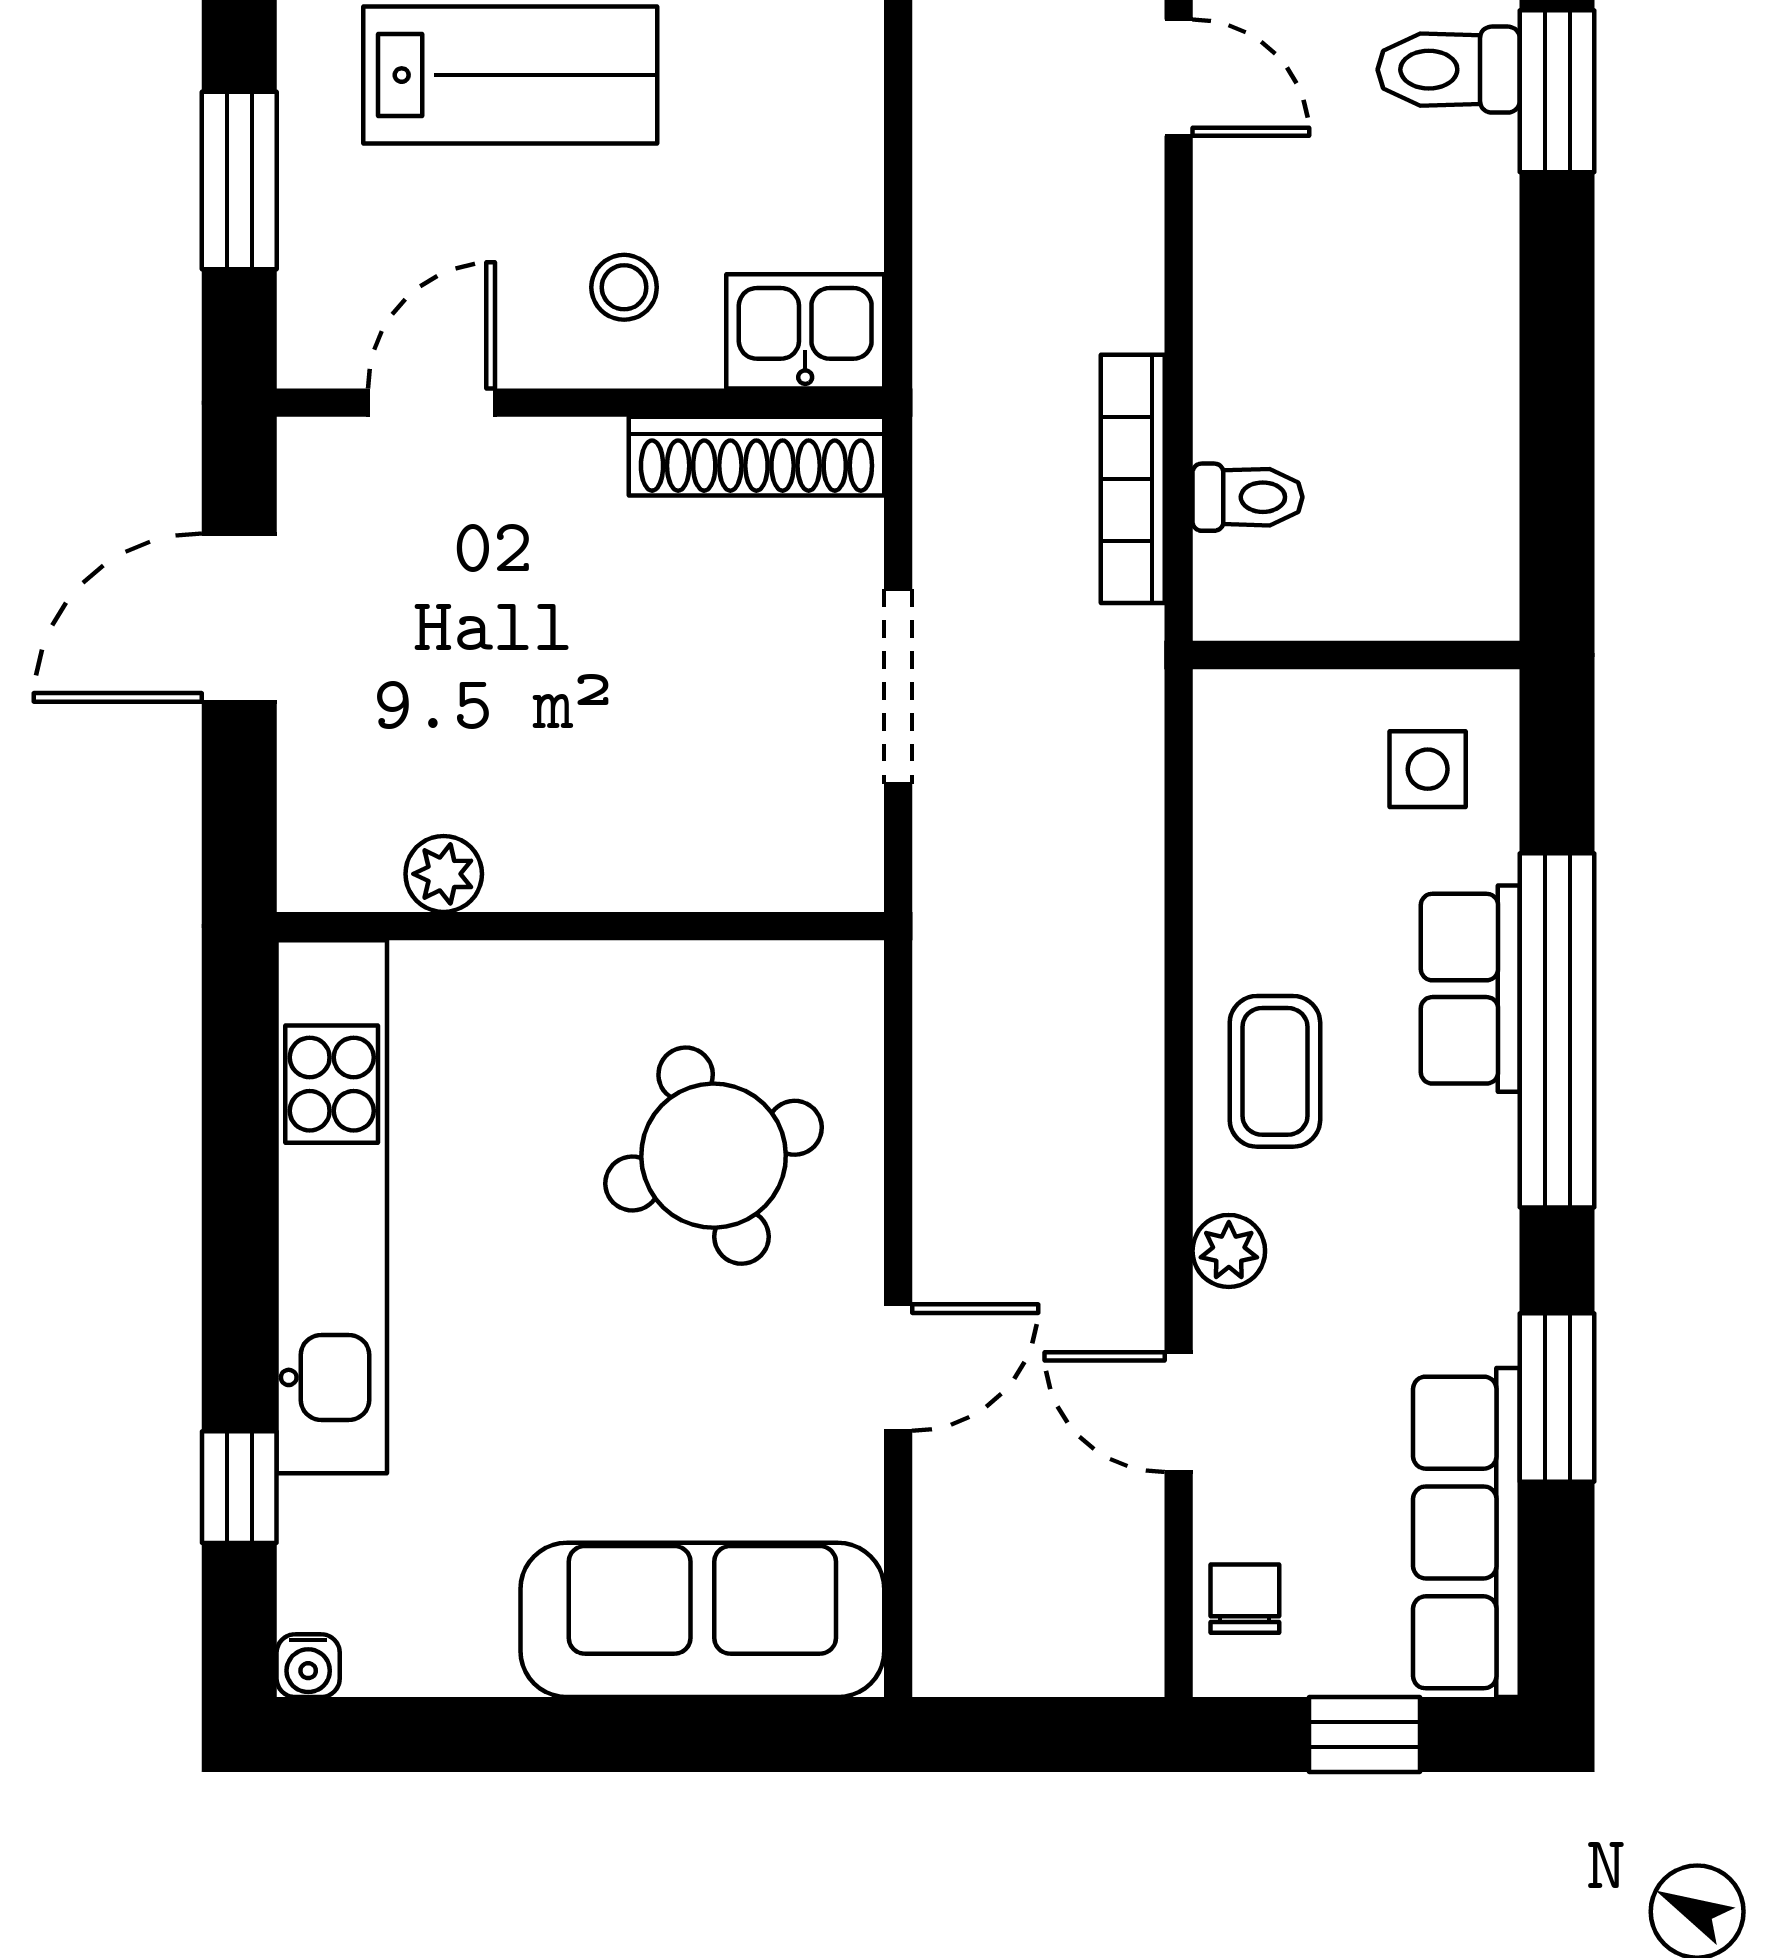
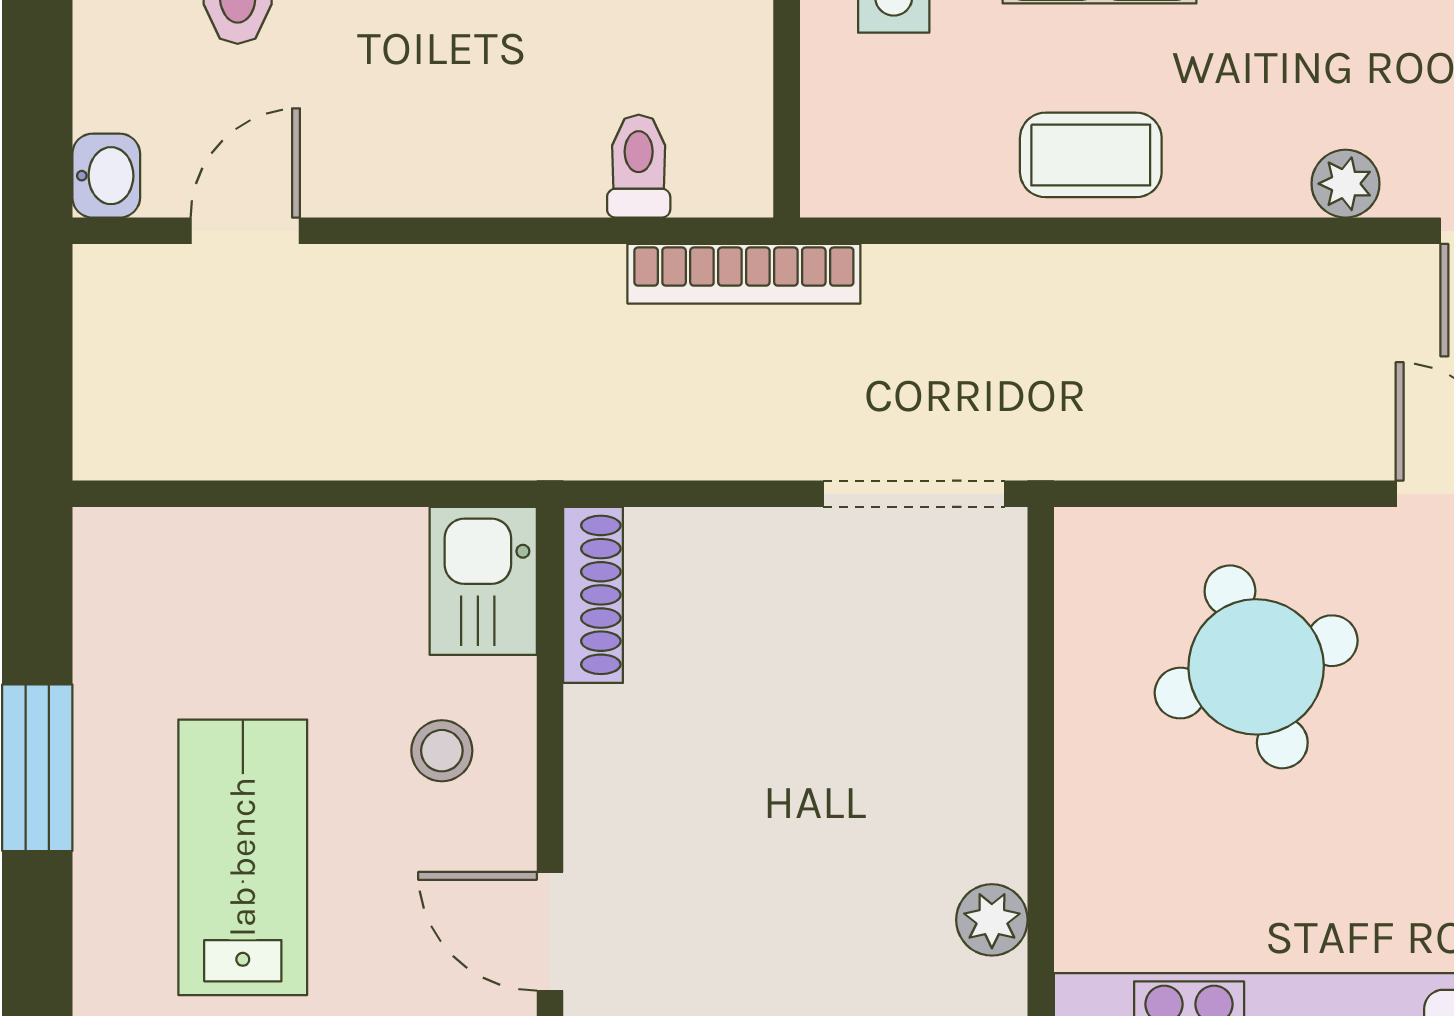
shoe rack: (756, 456) -> (593, 595), width x0.74, depth x0.81
bookcase: (1133, 479) -> (744, 274), moved
doorway: (898, 687) -> (914, 494), moved
coffee table: (1275, 1071) -> (1091, 155), moved

